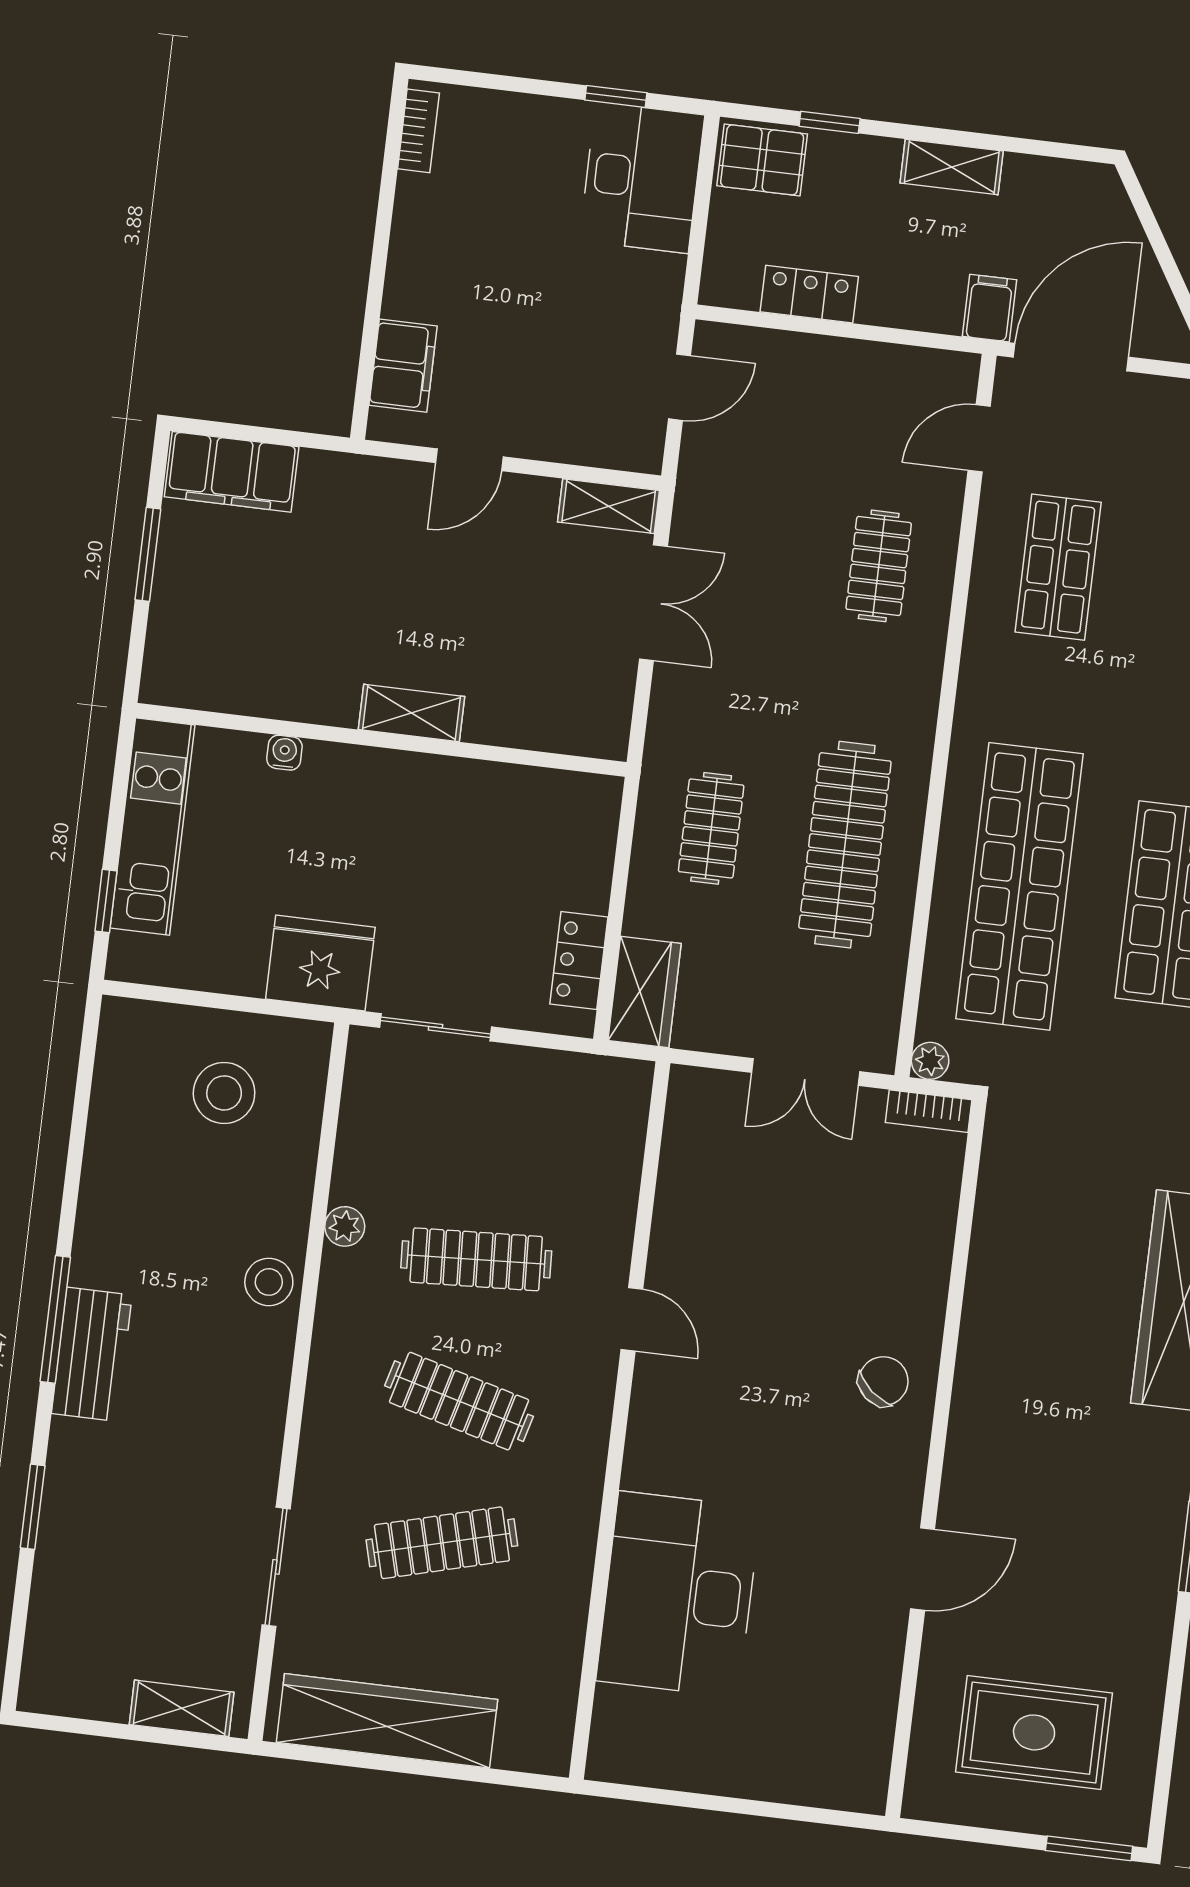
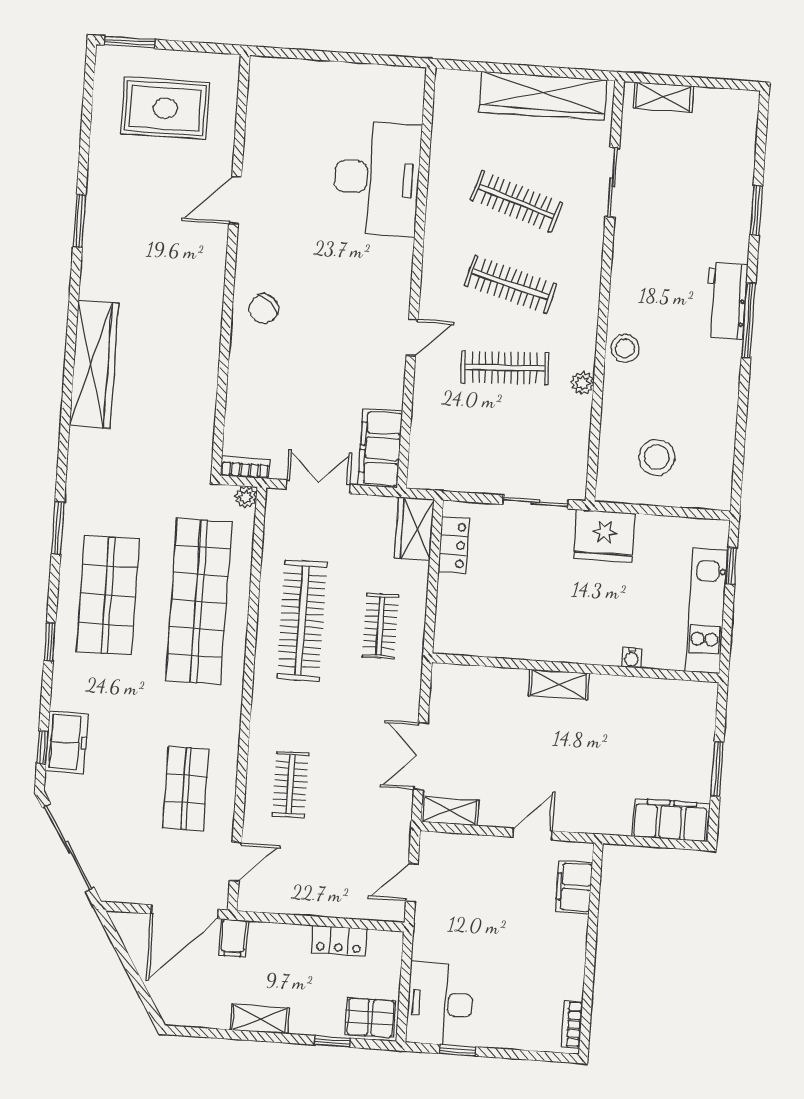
filing cabinet: (696, 1132) -> (380, 448), added
door: (632, 1319) -> (412, 337), swing flipped
clothes rail: (442, 1543) -> (516, 201), turned 33

